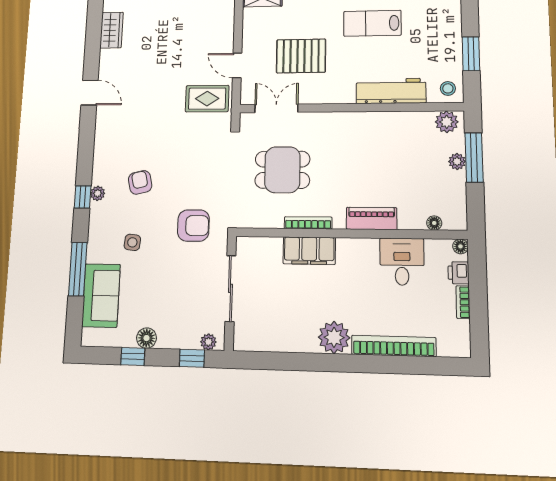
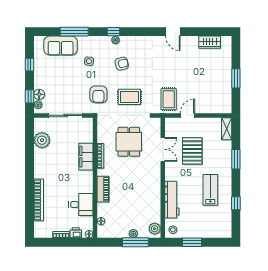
door: (90, 93) -> (173, 32), hinge flipped
double door: (276, 108) -> (163, 149), moved
rug: (200, 169) -> (129, 97), added
plant: (334, 337) -> (42, 140), moved
floor lamp: (146, 338) -> (39, 94), moved

